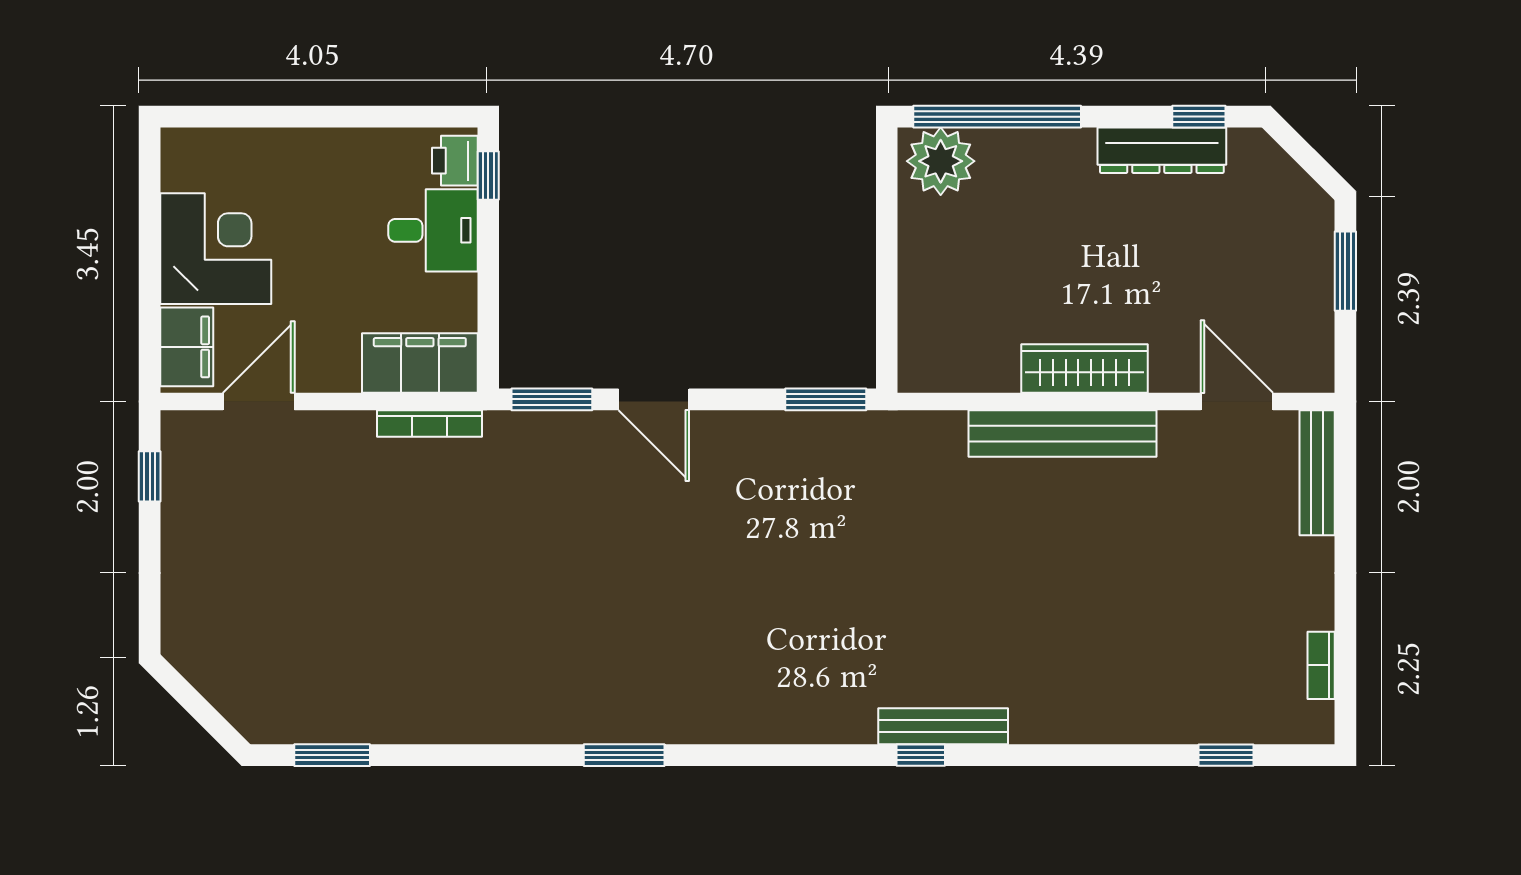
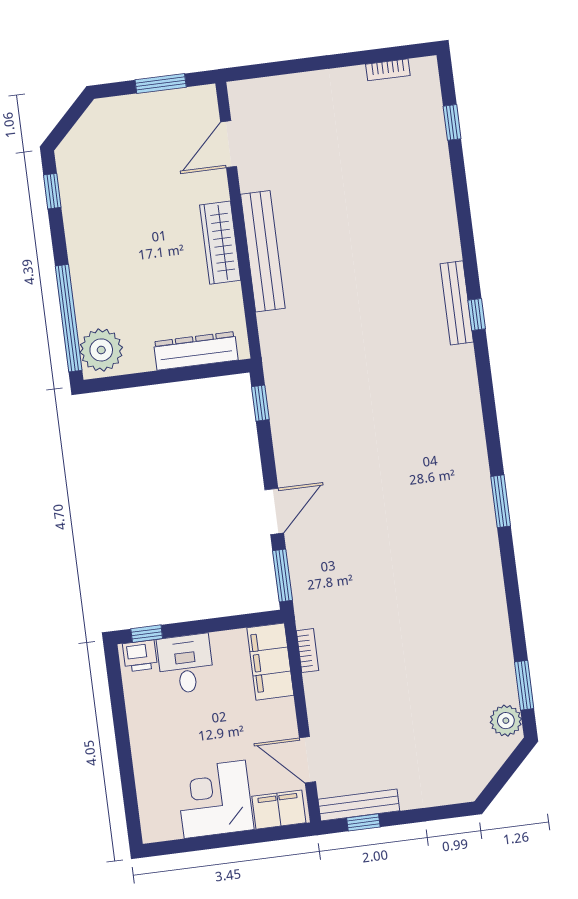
dresser: (1162, 150) -> (196, 351), moved, turned -90
window: (1345, 271) -> (161, 83), moved
window: (826, 399) -> (260, 403), width x0.67
bookcase: (430, 424) -> (308, 651), width x0.64
bench: (1317, 473) -> (359, 805), moved
plant: (280, 719) -> (506, 721), added

